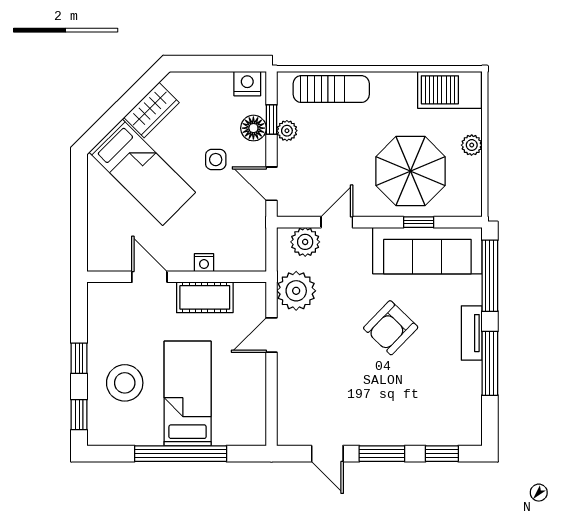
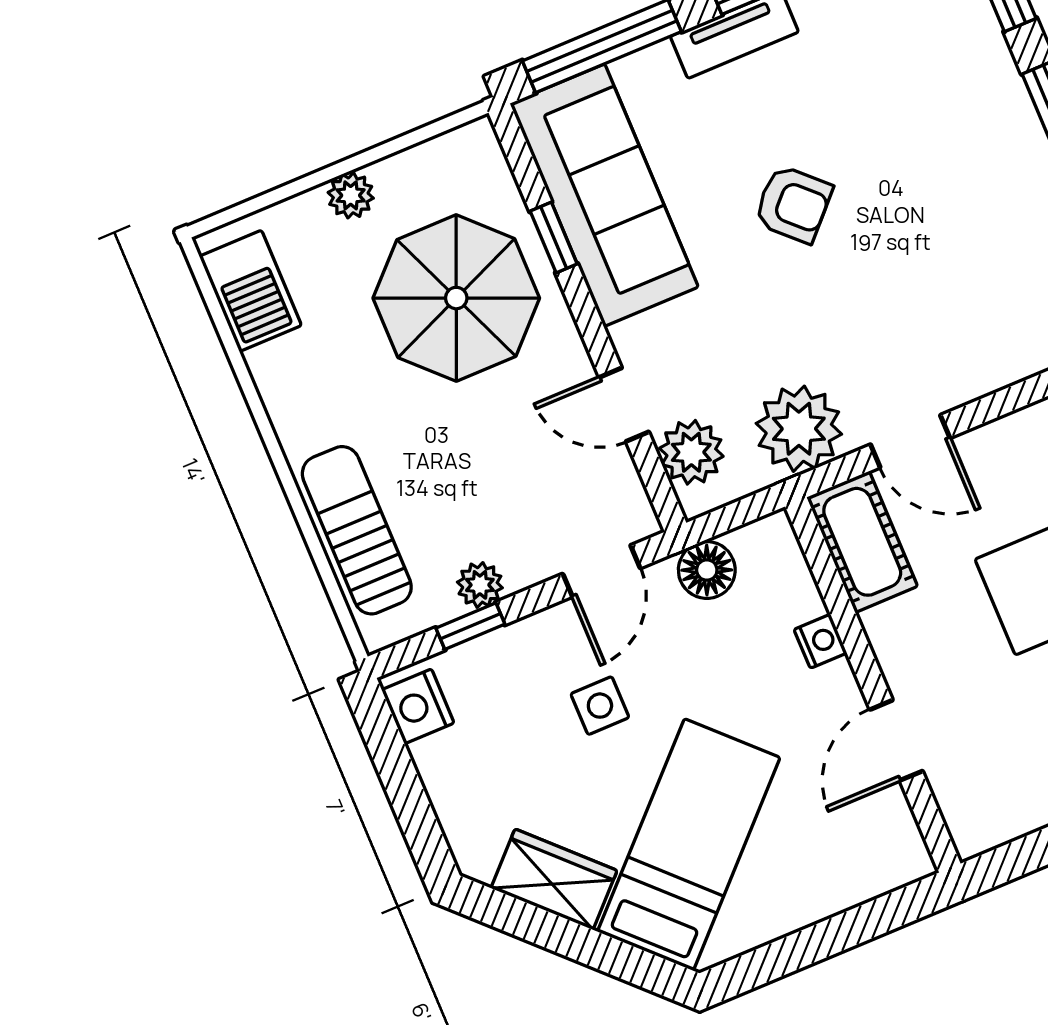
barbecue: (450, 90) -> (250, 291), width x0.73, depth x0.83
floor lamp: (253, 128) -> (707, 570), moved
cot: (205, 297) -> (862, 542), moved
armchair: (391, 328) -> (793, 204), width x0.72, depth x0.72

